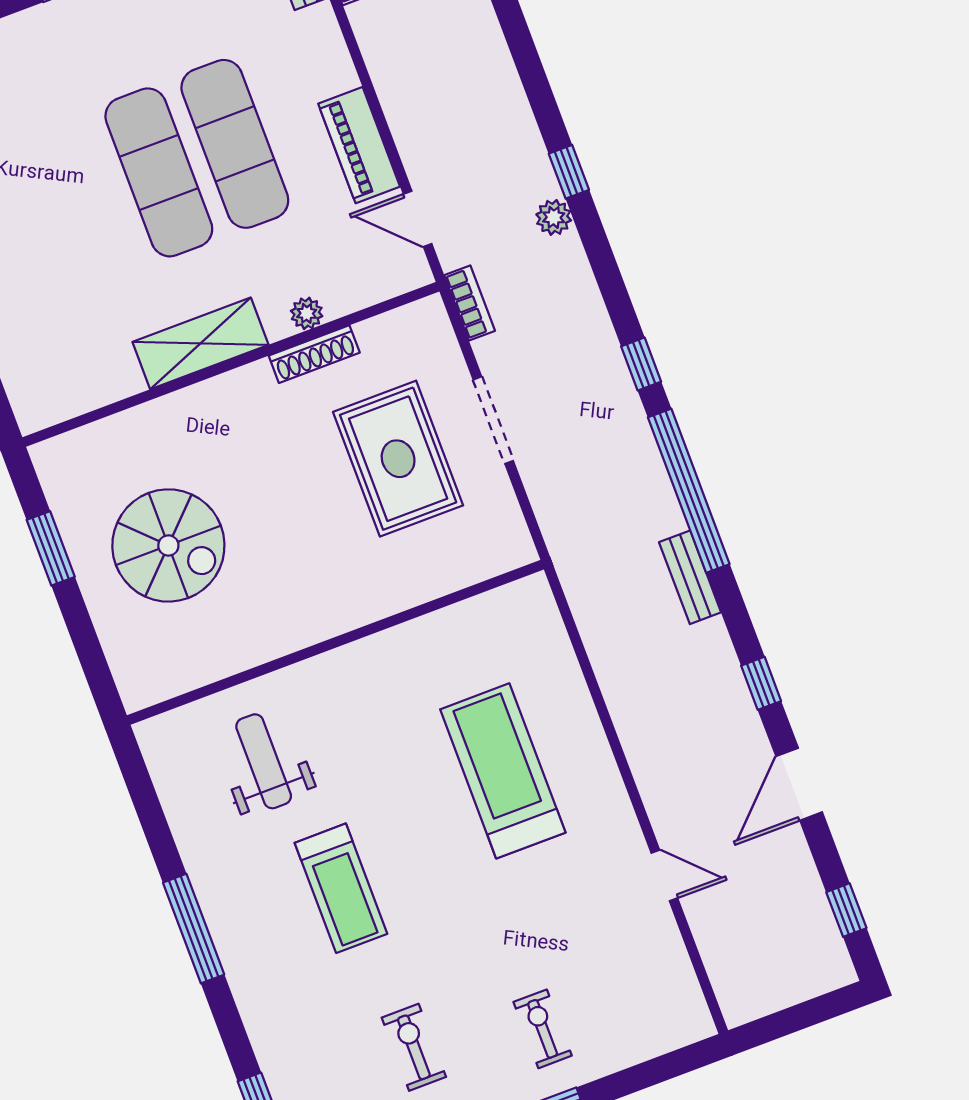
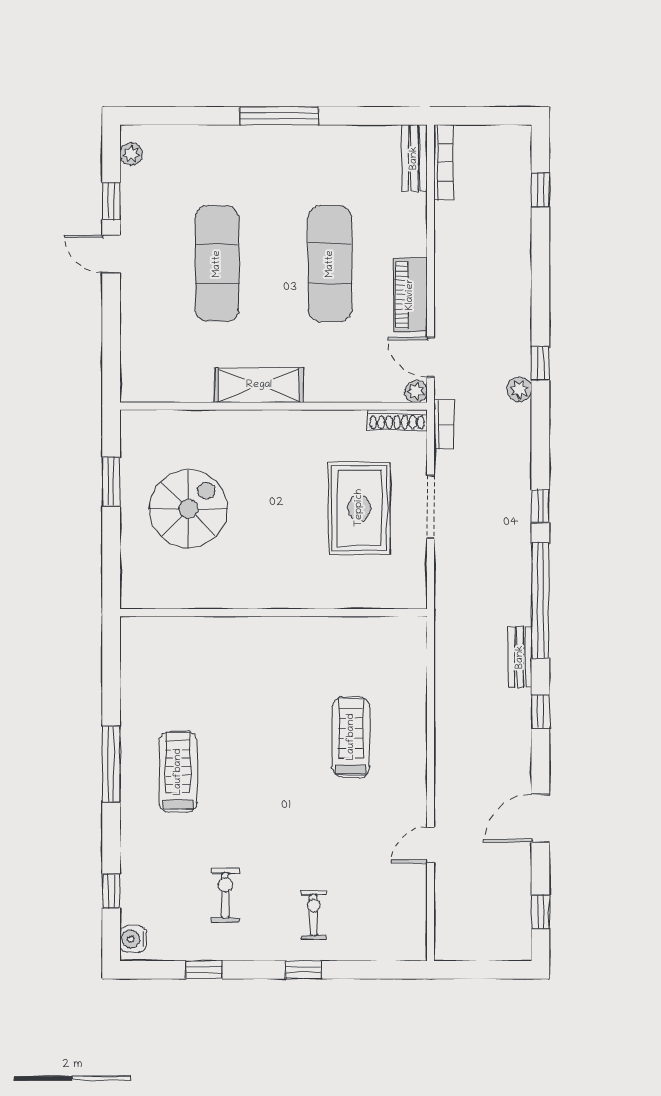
exercise mat: (159, 172) -> (217, 264), moved
plant: (307, 313) -> (416, 392), moved
shoe rack: (314, 354) -> (397, 420), moved
spiral stairs: (168, 545) -> (188, 509), turned -90
window: (761, 683) -> (540, 711), moved
weight bench: (264, 761) -> (198, 672), removed
treadmill: (503, 771) -> (351, 737), width x0.73, depth x0.73
door: (664, 876) -> (430, 845), swing flipped
treadmill: (341, 888) -> (178, 772), moved, turned 180

